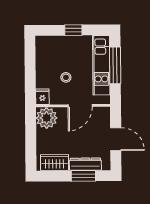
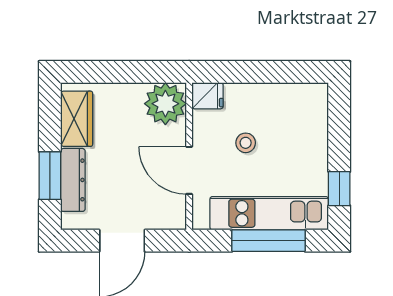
window: (73, 30) -> (339, 189), moved

